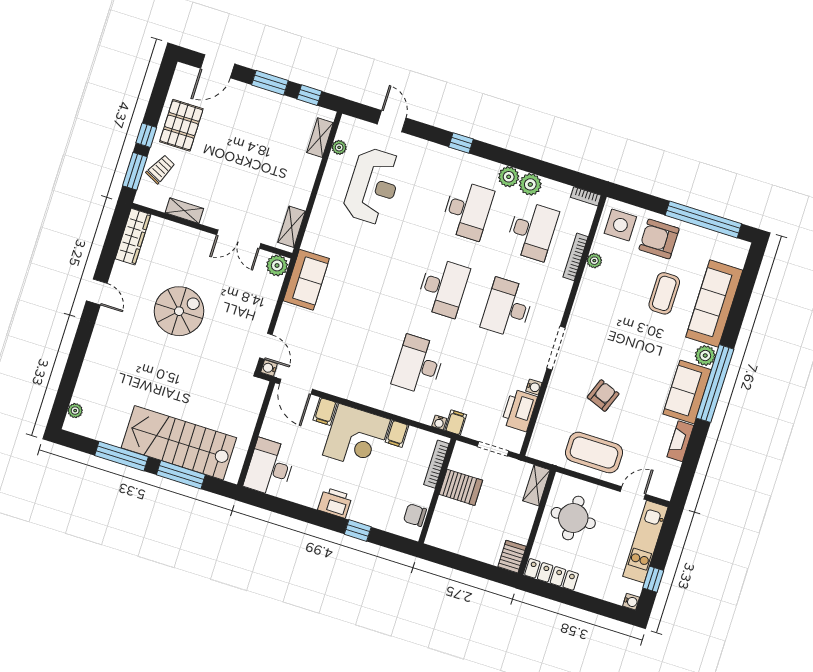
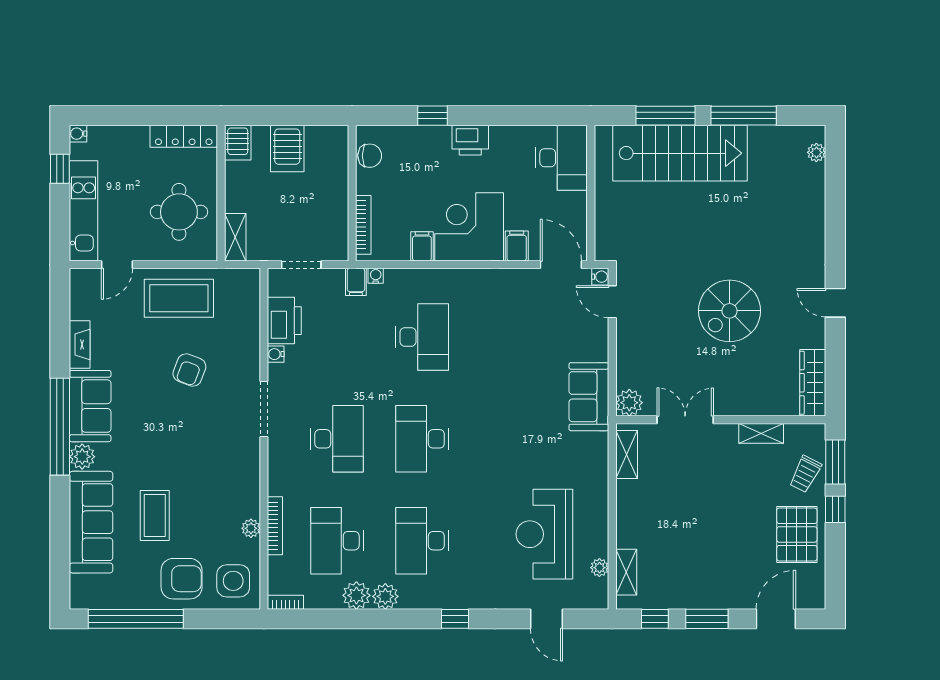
server rack: (461, 487) -> (287, 148), moved, turned -90

